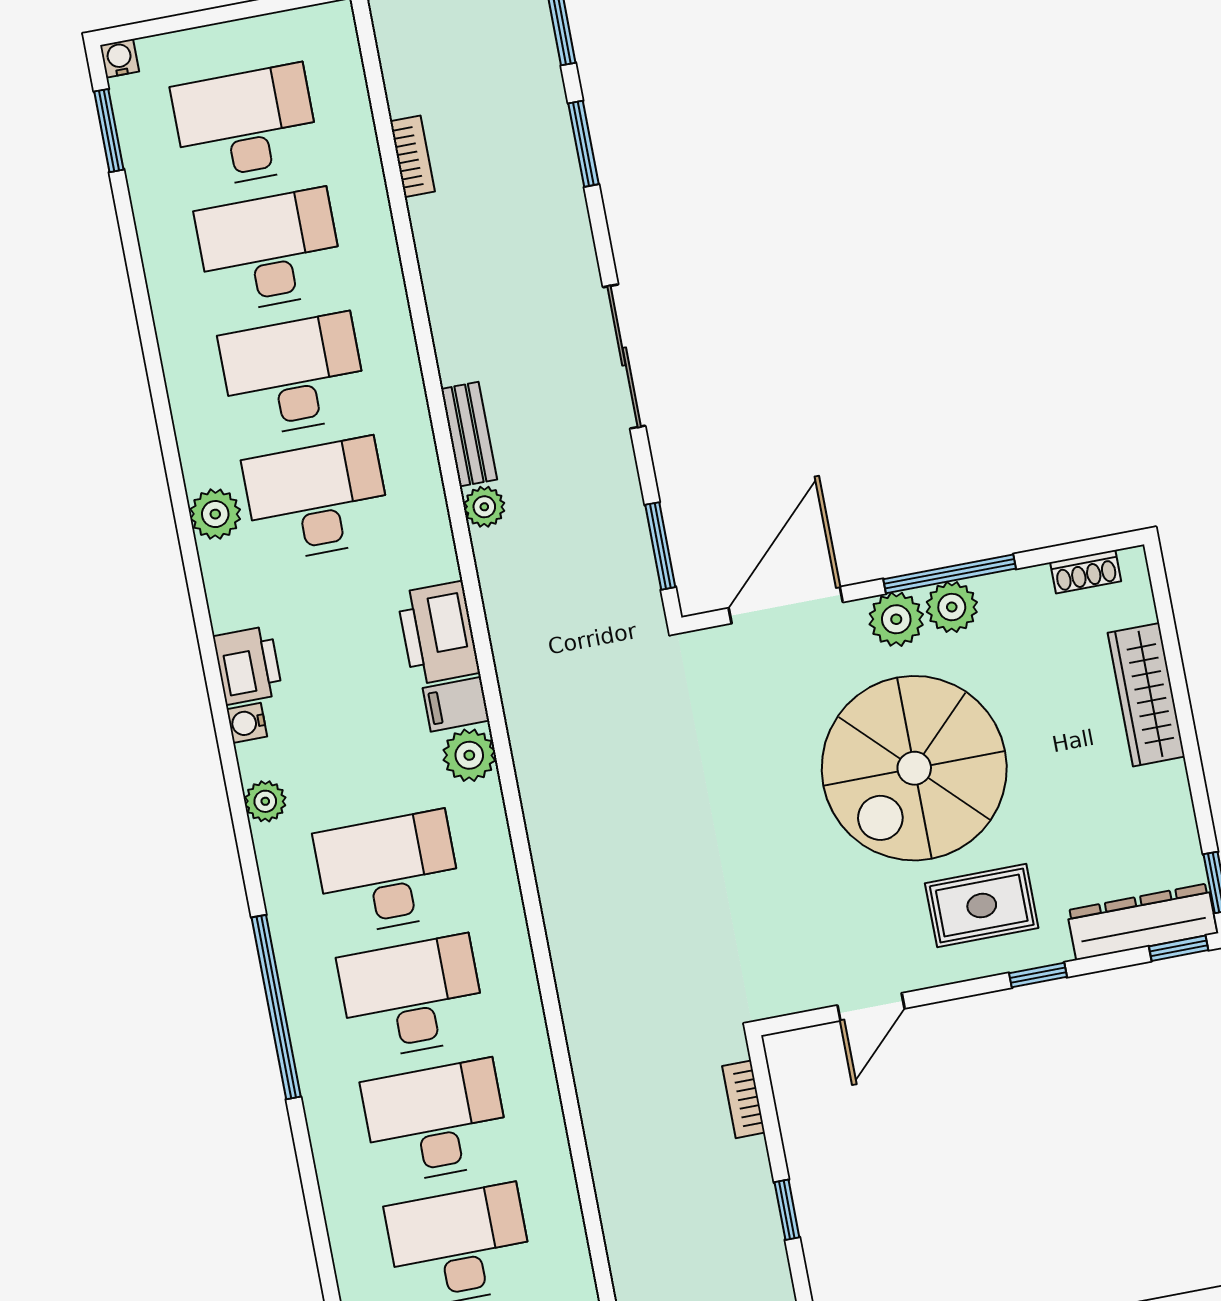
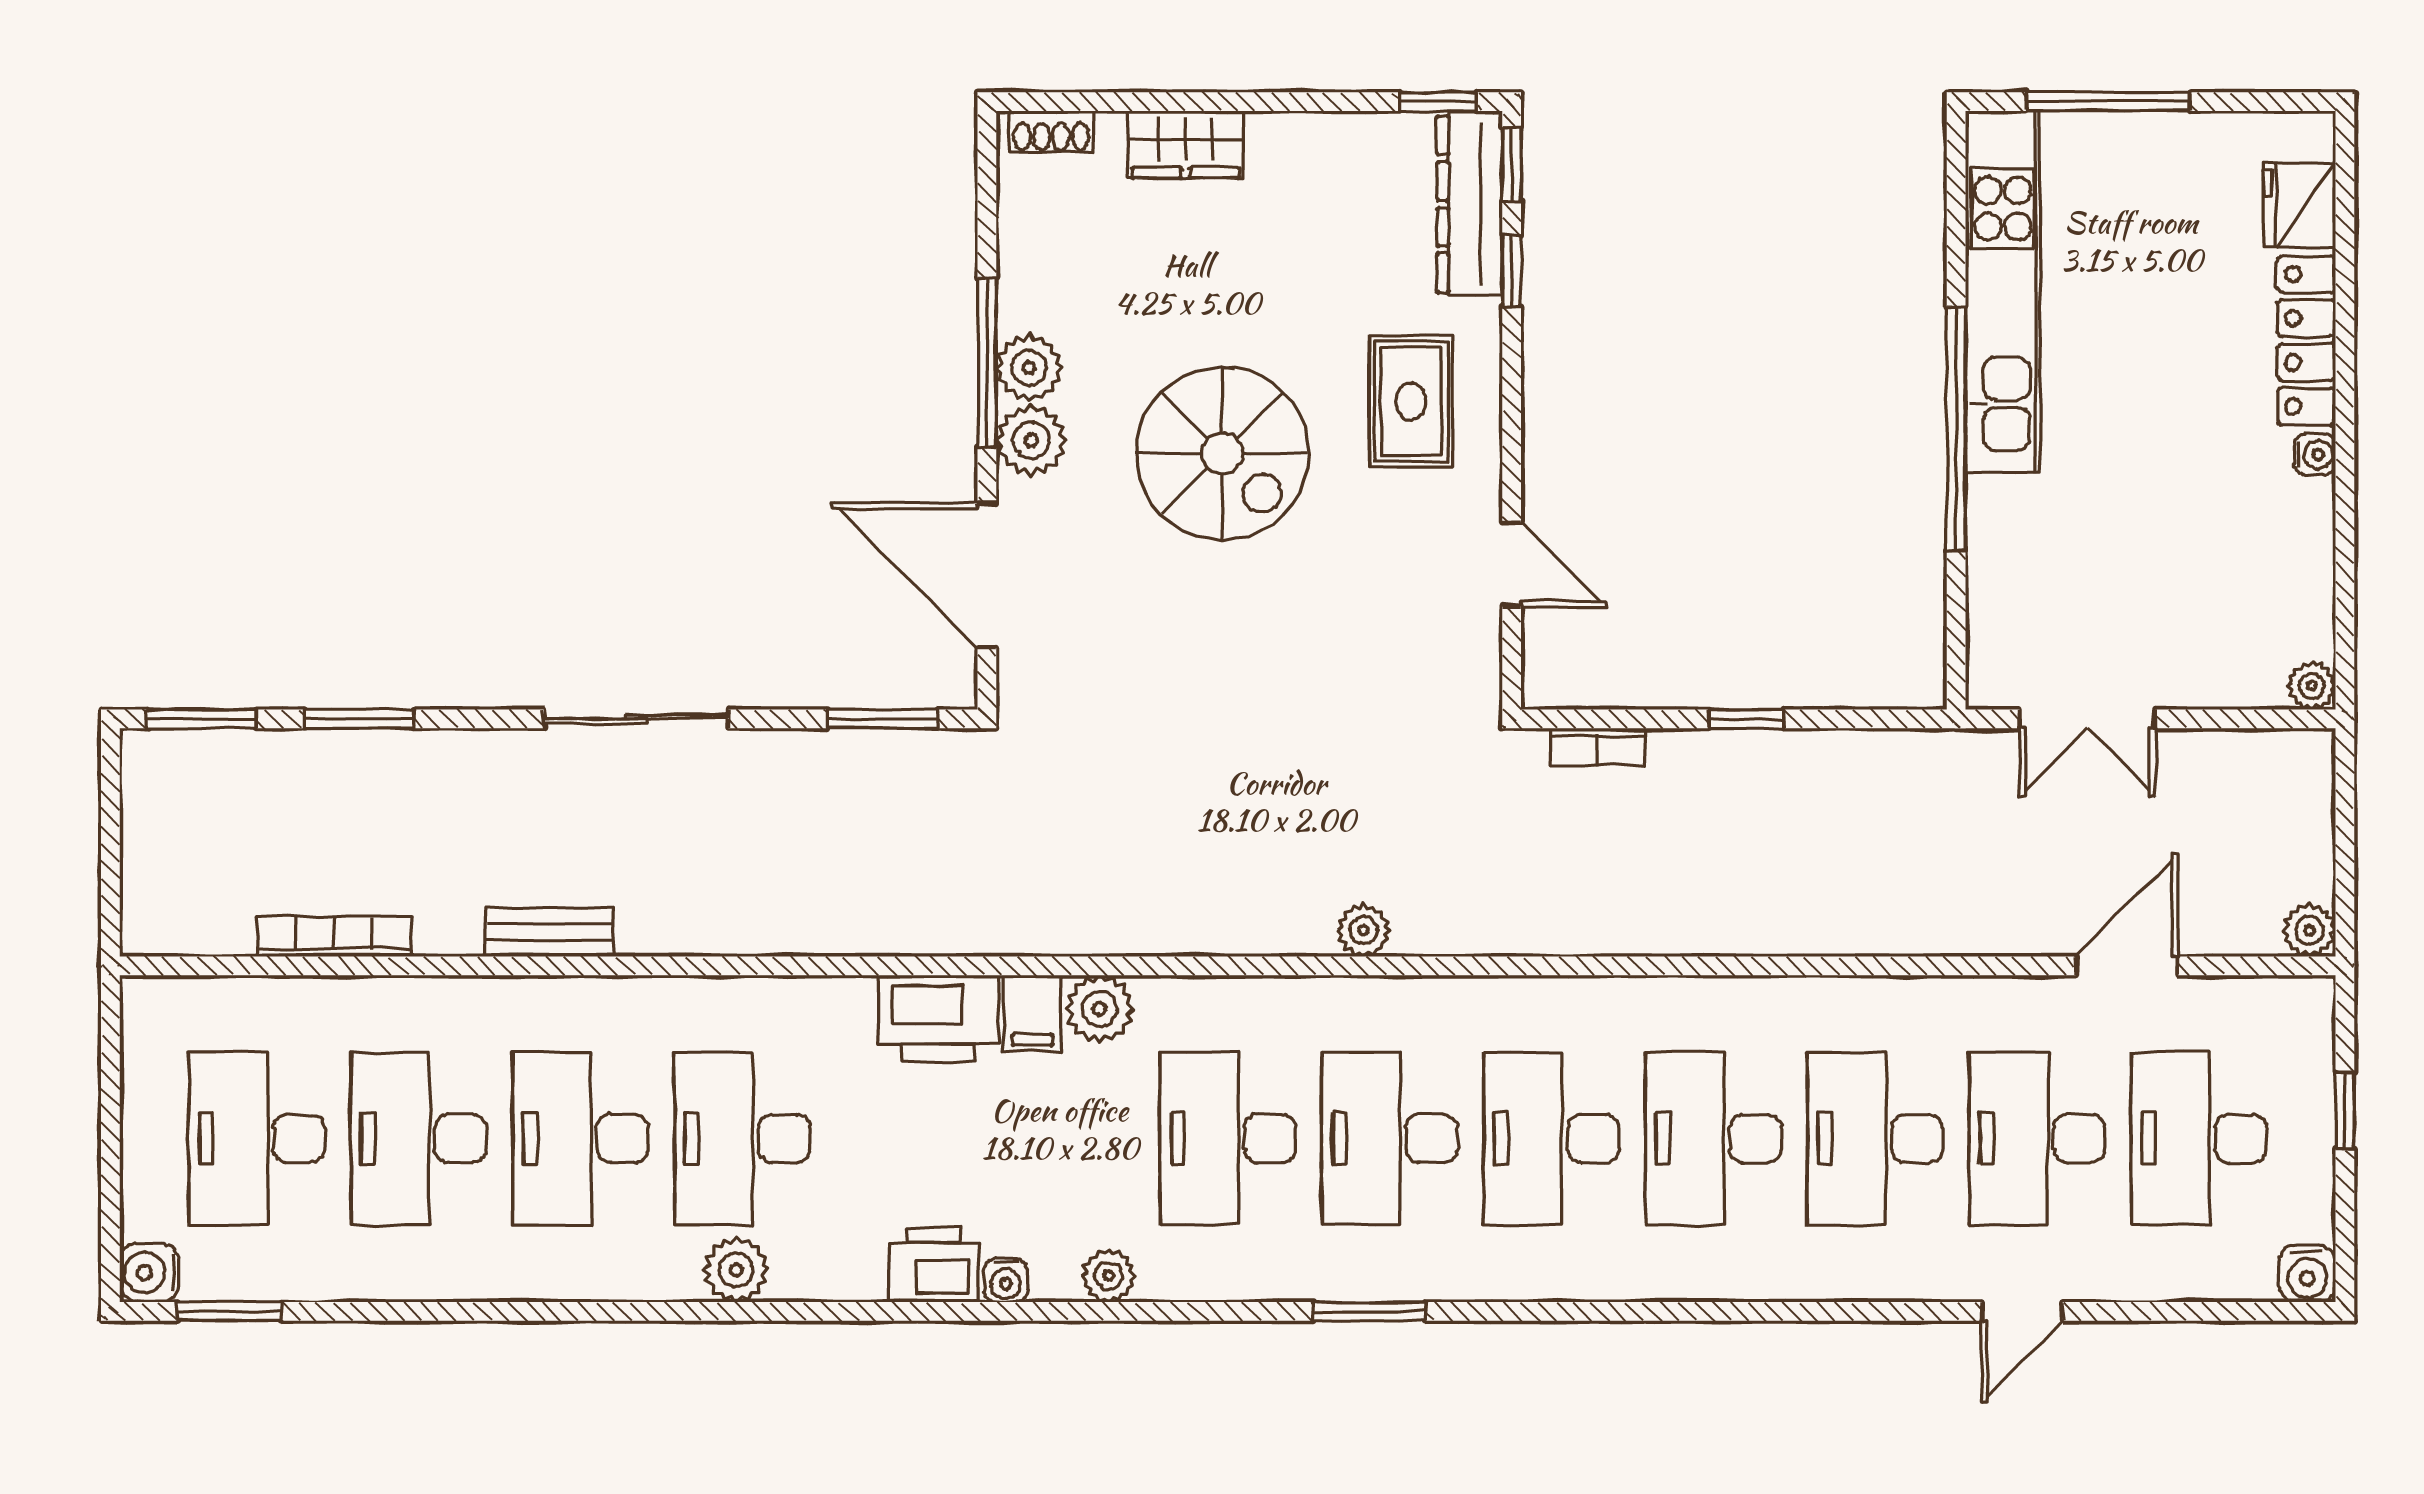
water cooler: (120, 58) -> (149, 1273), width x1.38, depth x1.38
bookcase: (412, 156) -> (334, 937), width x1.56
bench: (469, 434) -> (549, 932), moved
plant: (484, 507) -> (1364, 930), moved
shoe rack: (1086, 572) -> (1051, 131), moved, turned 90
wardrobe: (1146, 695) -> (1186, 145), width x0.67
spiral stairs: (914, 768) -> (1222, 453), width x0.73, depth x0.73
window: (1038, 975) -> (1512, 271), moved
window: (276, 1007) -> (1369, 1311), width x0.47

